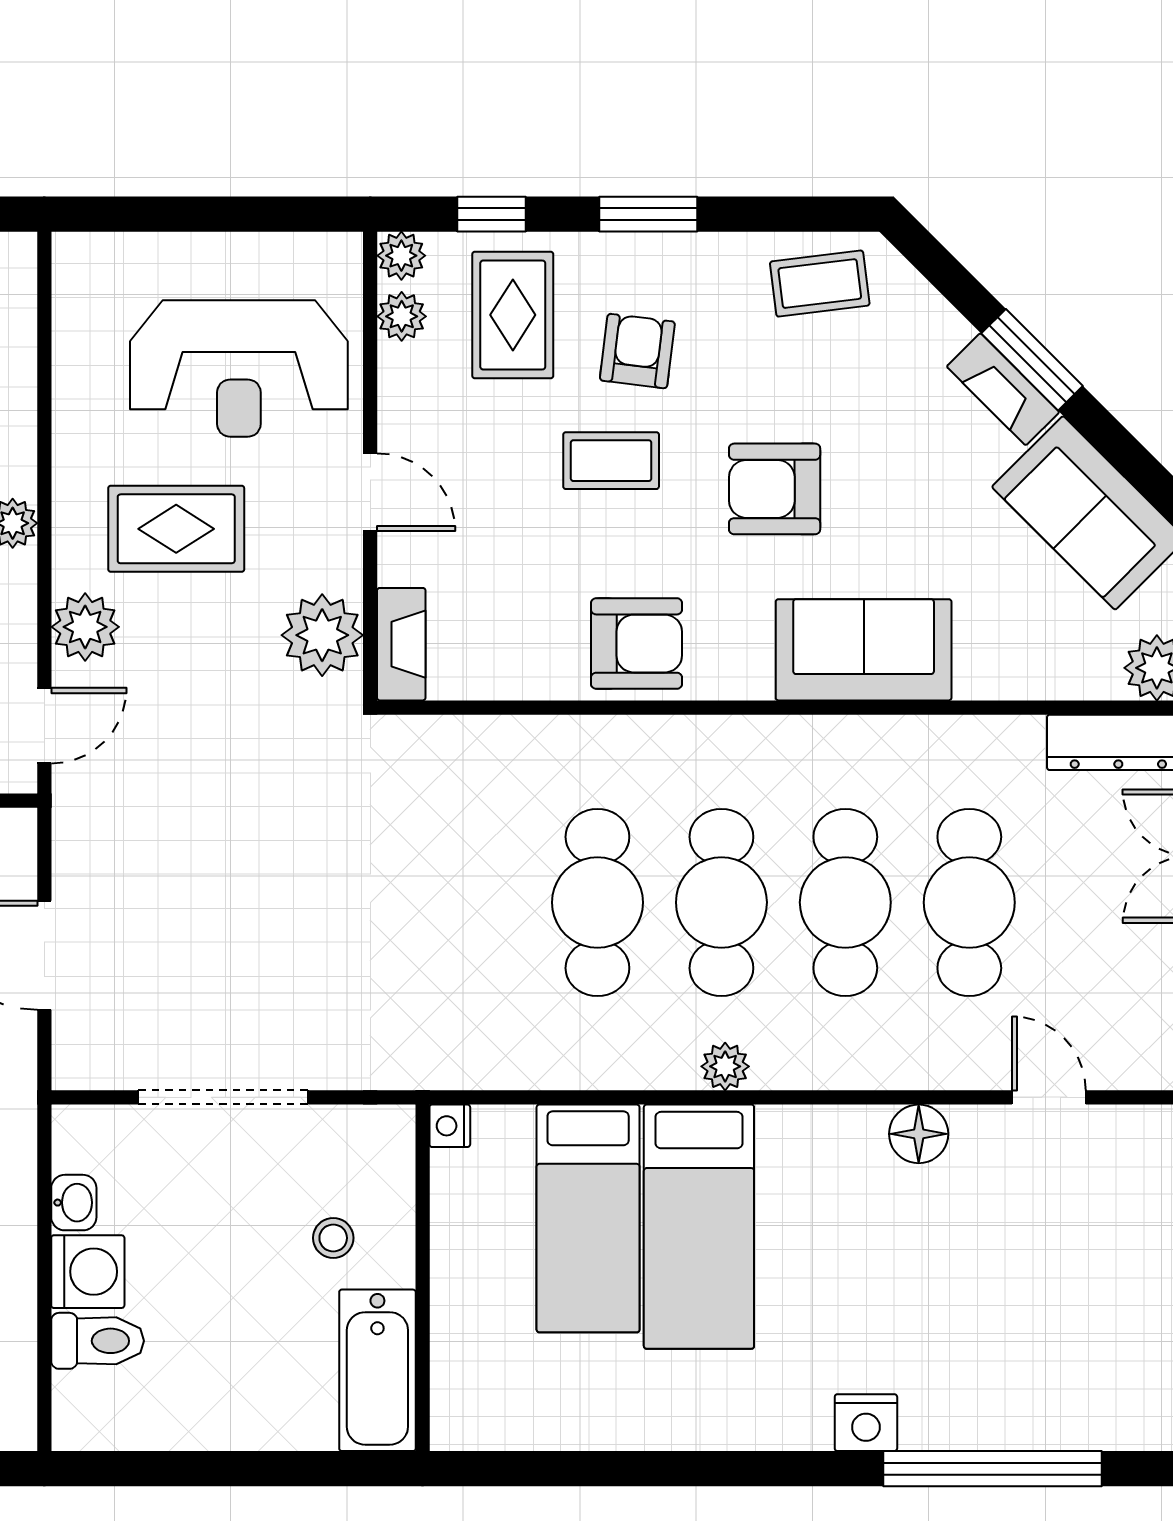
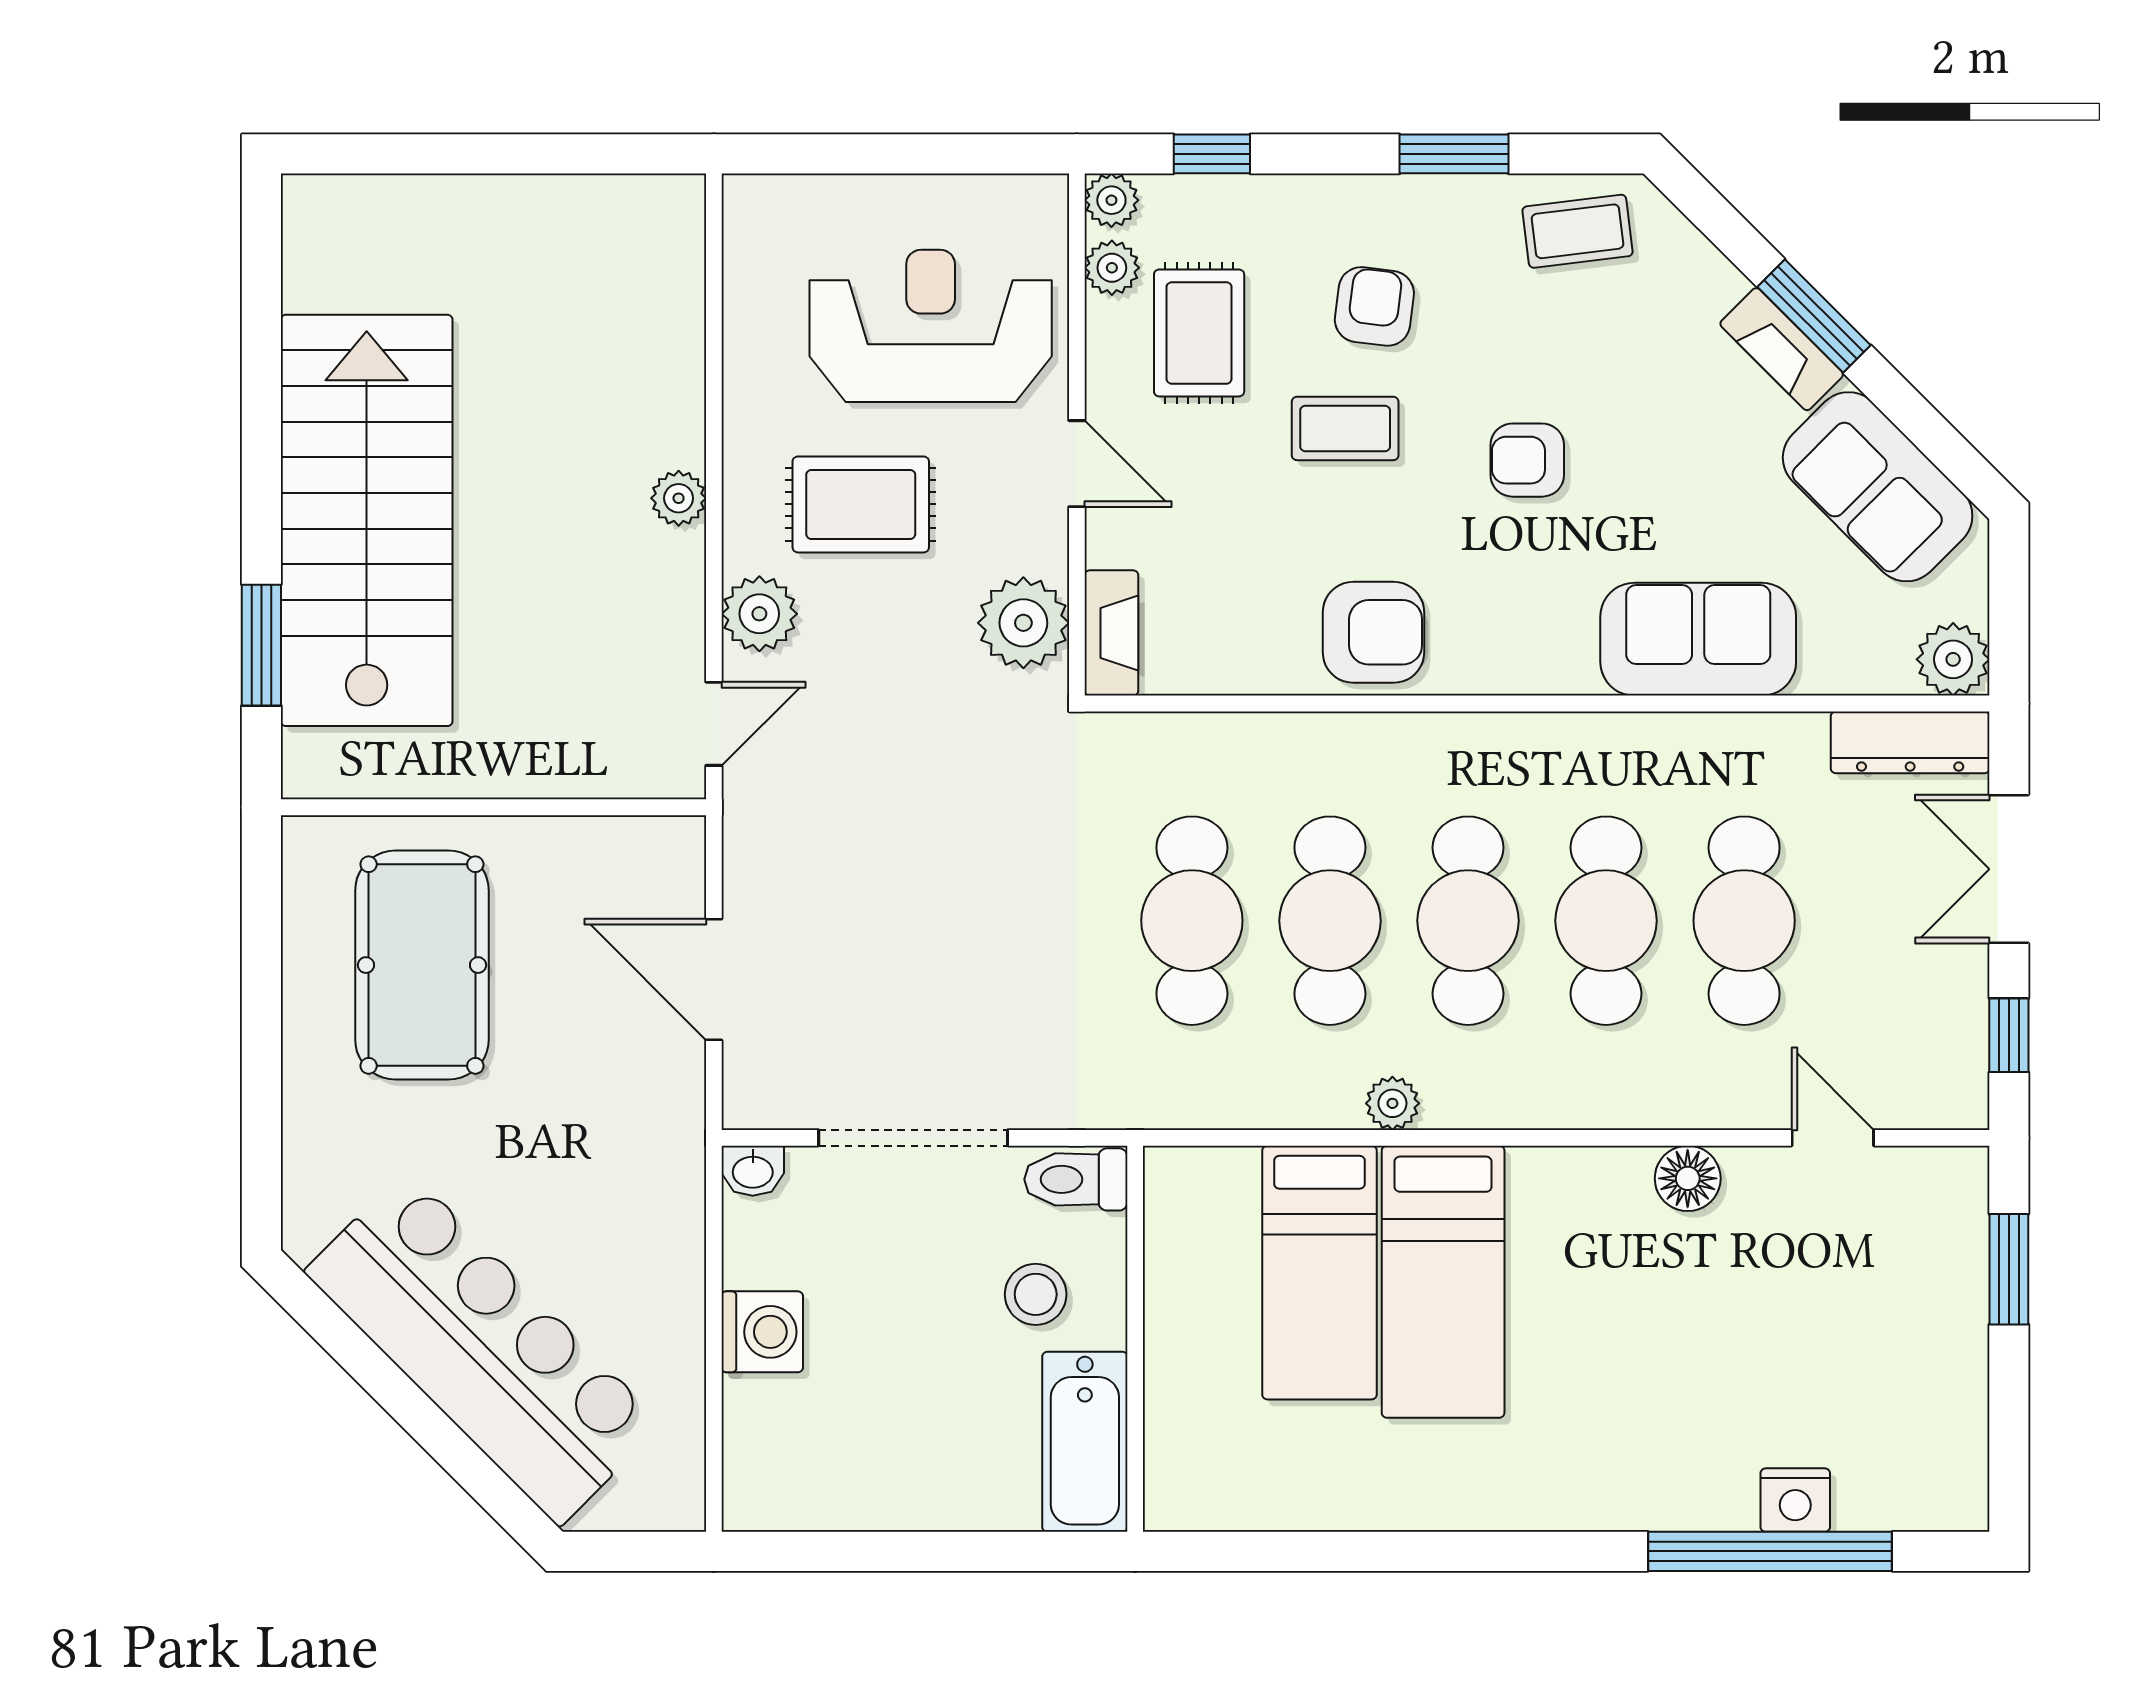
window: (648, 214) -> (1454, 154), moved
rug: (513, 315) -> (1199, 333), moved
reception desk: (239, 368) -> (931, 326), turned 180
armchair: (775, 489) -> (1527, 460), width x0.72, depth x0.72
sofa: (864, 650) -> (1698, 639), moved
cafe table: (474, 902) -> (1192, 921), added
plant: (725, 1066) -> (1392, 1103), moved
nightstand: (450, 1126) -> (1165, 1169), removed
washbasin: (74, 1203) -> (753, 1171), moved, turned 90
stool: (333, 1238) -> (1036, 1294), width x1.37, depth x1.37
toilet: (98, 1341) -> (1076, 1179), moved, turned 180
nightstand: (866, 1423) -> (1795, 1500), moved

